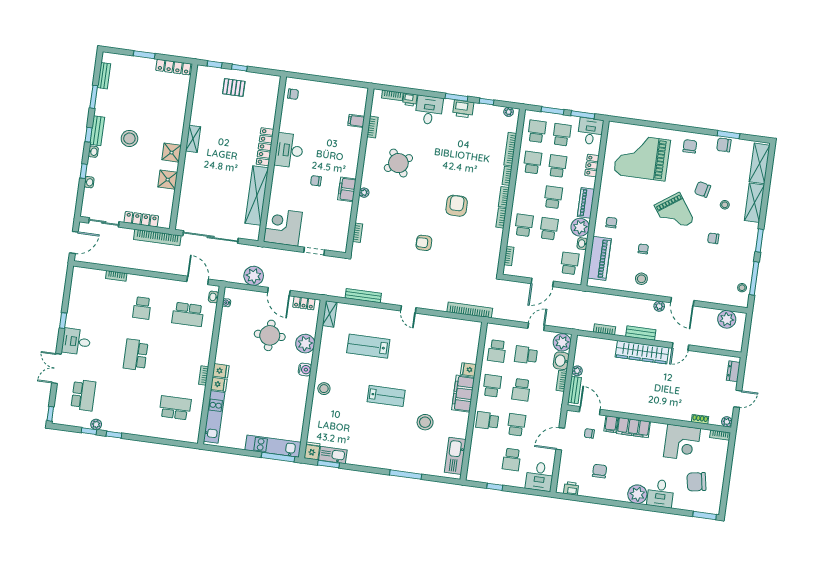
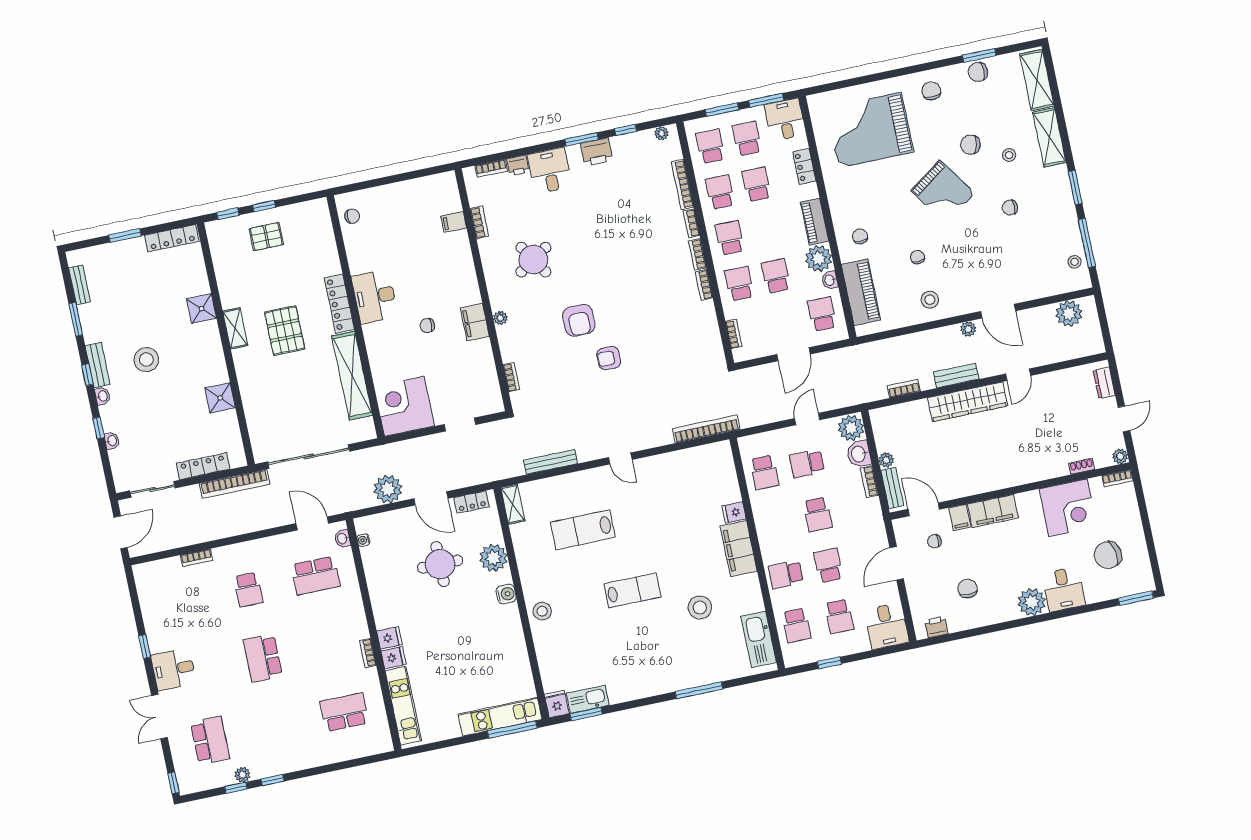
pallet: (224, 151) -> (285, 331), added
shower: (172, 153) -> (202, 309), moved
school desk: (553, 197) -> (730, 238), moved
armchair: (457, 206) -> (579, 320), moved, turned 180
school desk: (492, 386) -> (797, 625), moved, turned 180

